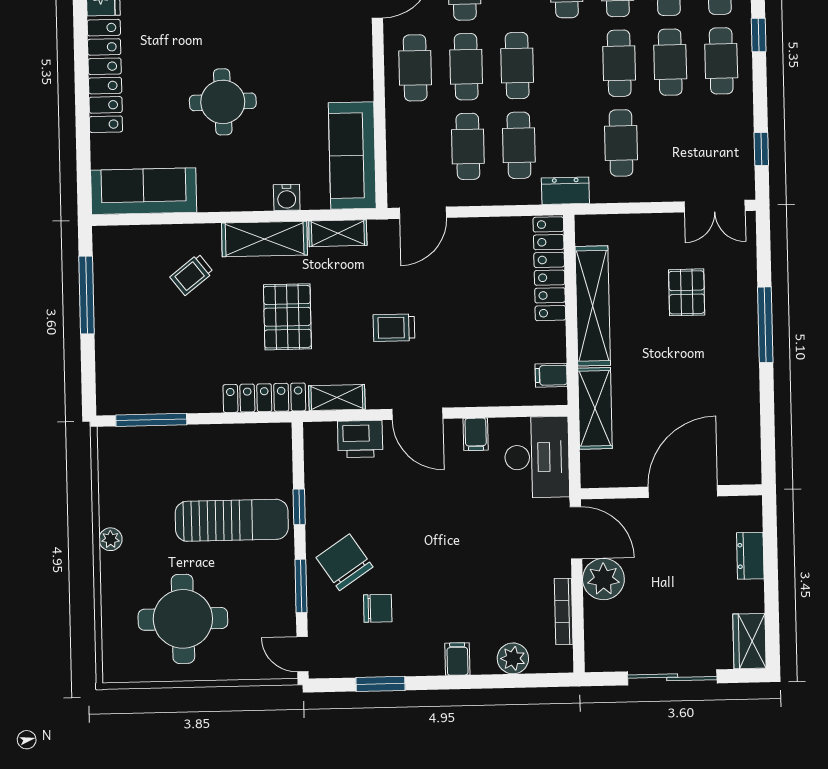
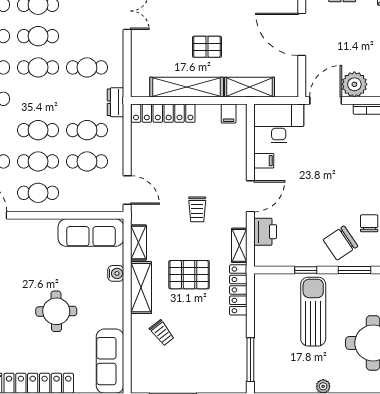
pallet: (687, 292) -> (207, 47), moved

